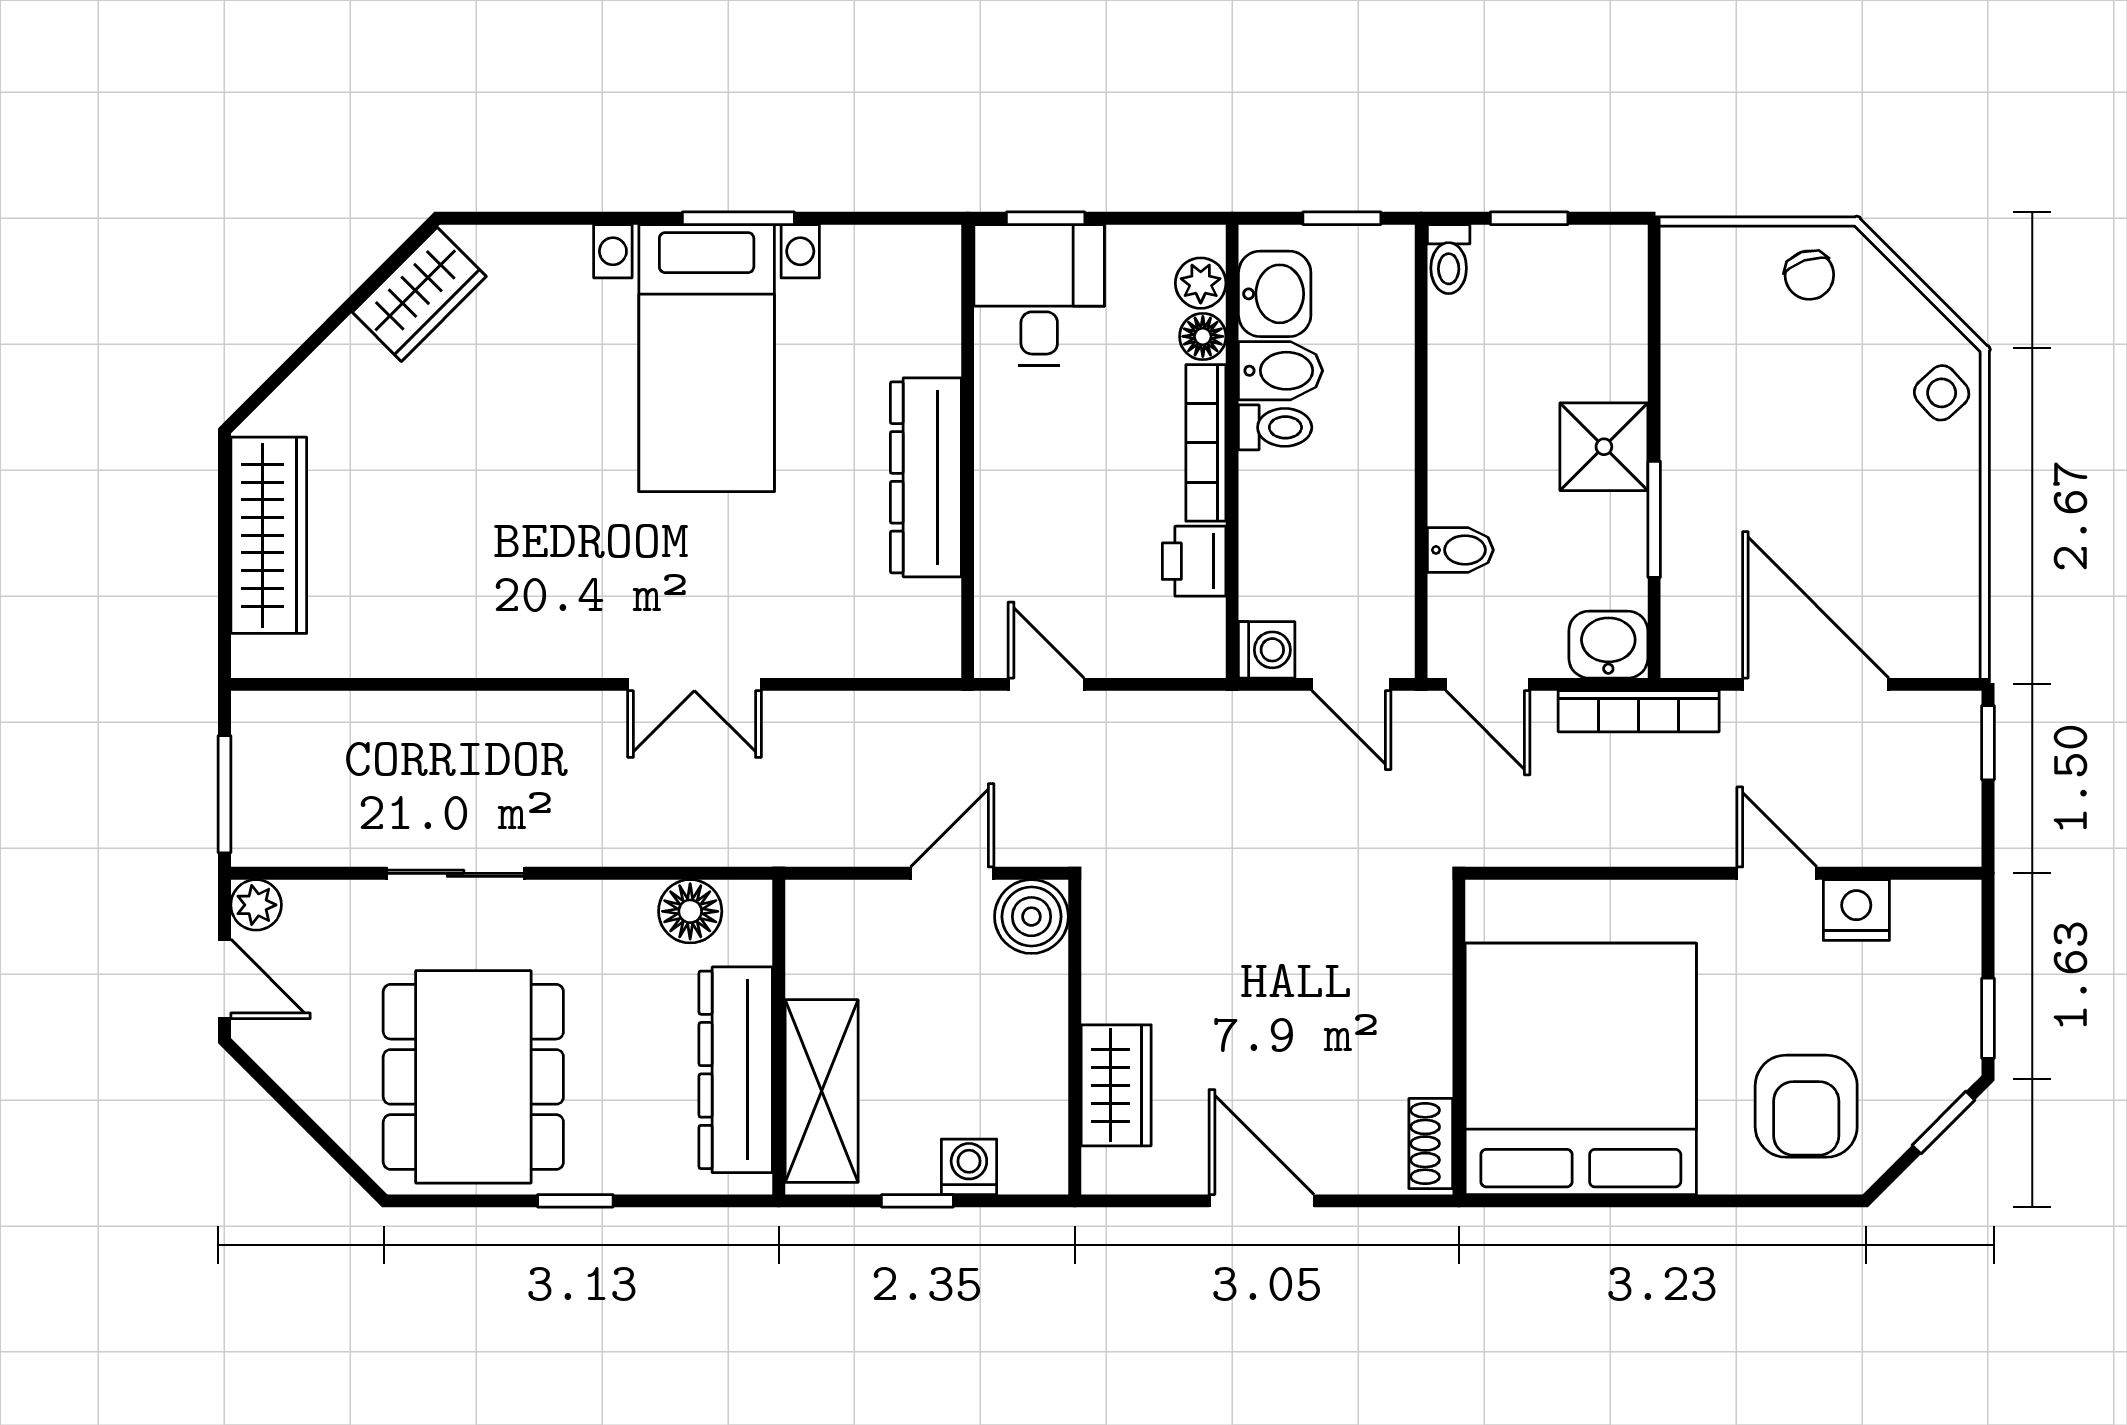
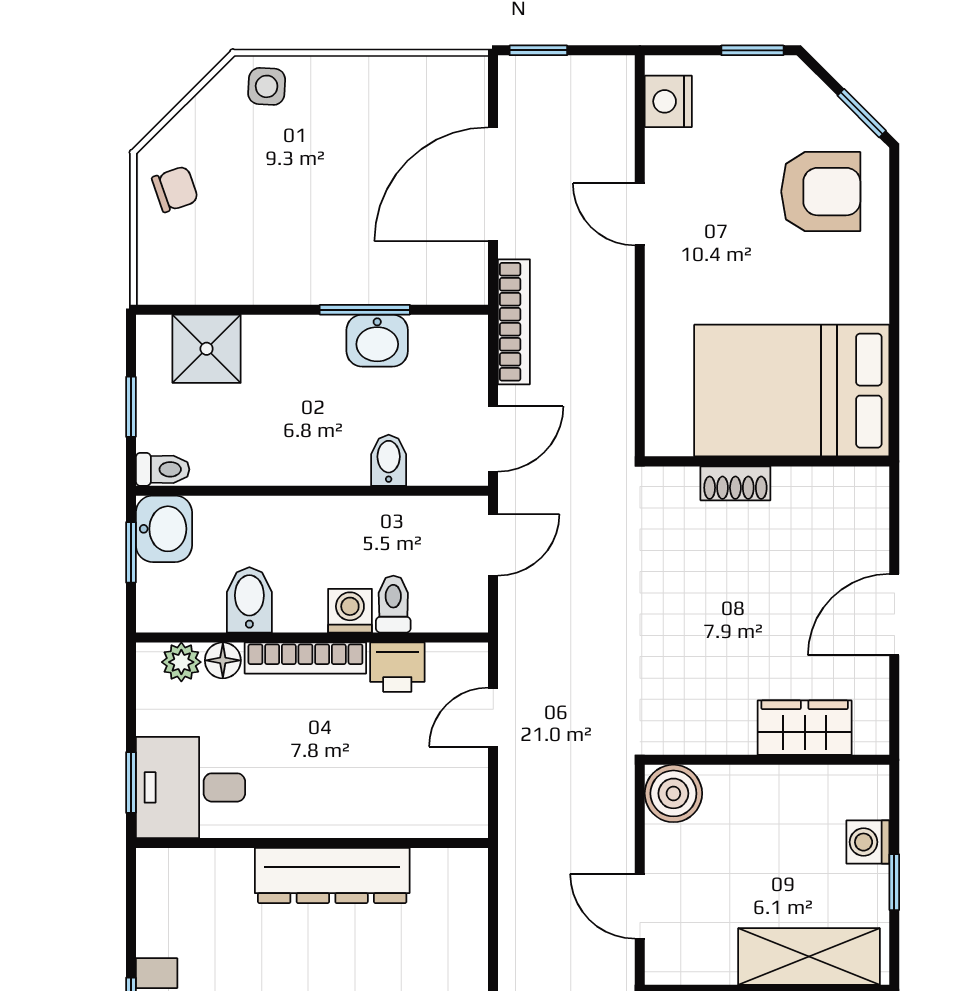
washbasin: (1275, 294) -> (164, 529), moved, turned 90
side table: (1942, 393) -> (267, 86), turned 45
toilet: (1275, 427) -> (393, 604), moved
shower: (1604, 447) -> (207, 349), moved
washbasin: (1608, 645) -> (377, 341), moved, turned -90
washing machine: (1267, 650) -> (350, 611), moved
door: (1046, 684) -> (493, 717), moved
door: (952, 873) -> (640, 906), moved
door: (1777, 873) -> (640, 214), hinge flipped
nightstand: (1856, 910) -> (668, 101), moved
bed: (1581, 1069) -> (792, 391), width x0.73
window: (1944, 1123) -> (862, 113), moved
shoe rack: (1431, 1143) -> (735, 483), moved

